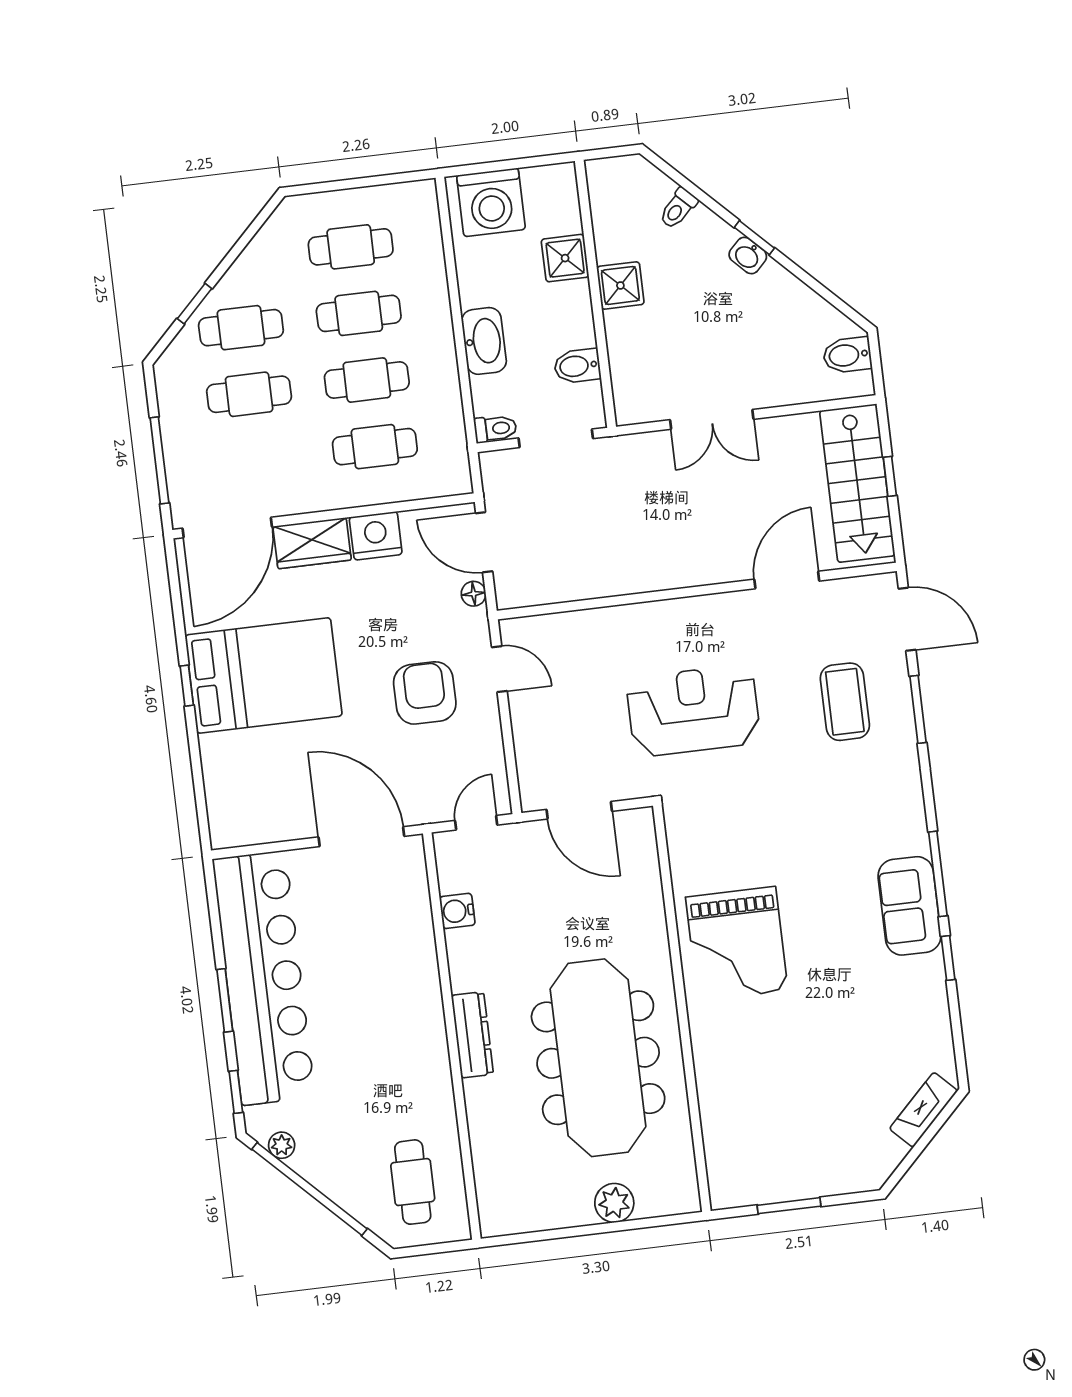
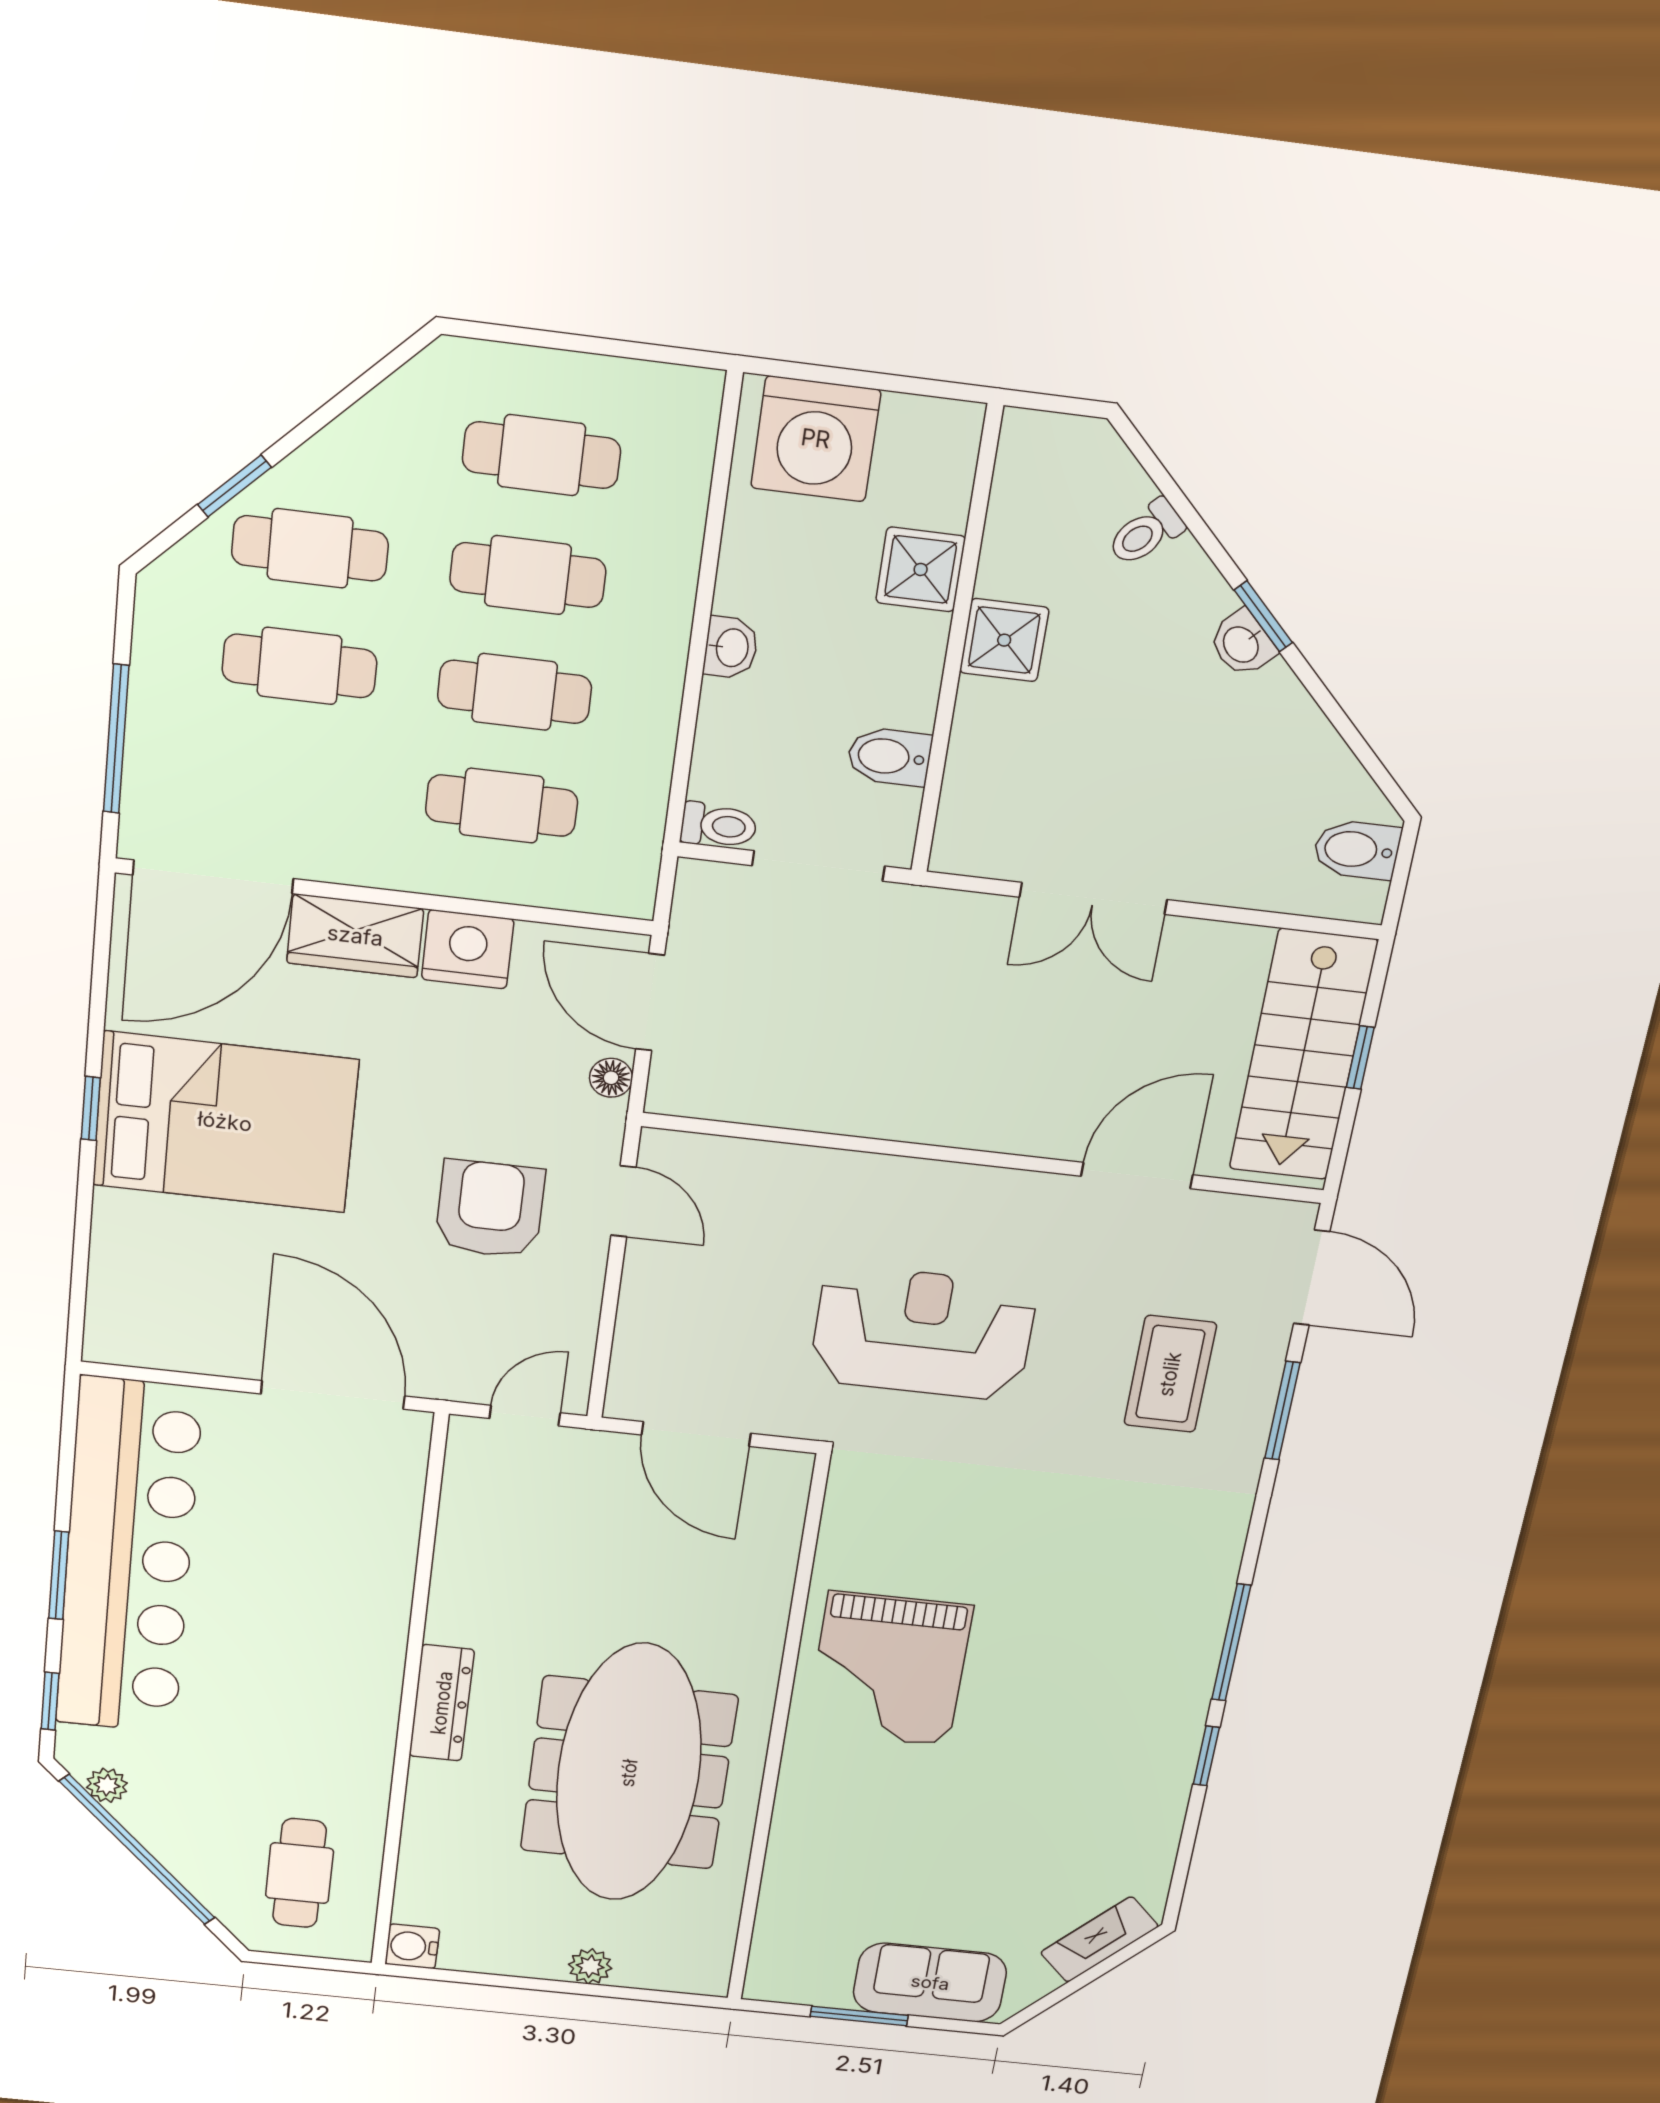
washbasin: (484, 341) -> (731, 648), width x0.52, depth x0.69
sofa: (910, 906) -> (930, 1983), moved, turned 90
water cooler: (457, 911) -> (412, 1946), moved
plant: (614, 1203) -> (590, 1966), width x0.73, depth x0.73

